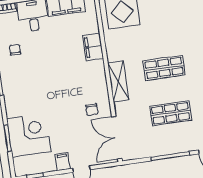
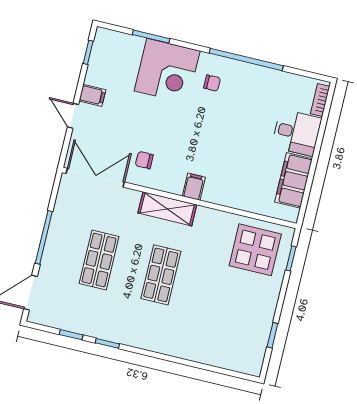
filing cabinet: (93, 47) -> (194, 187), moved, width x0.50
chair: (15, 50) -> (212, 83), moved
corner desk: (29, 135) -> (167, 71), moved

